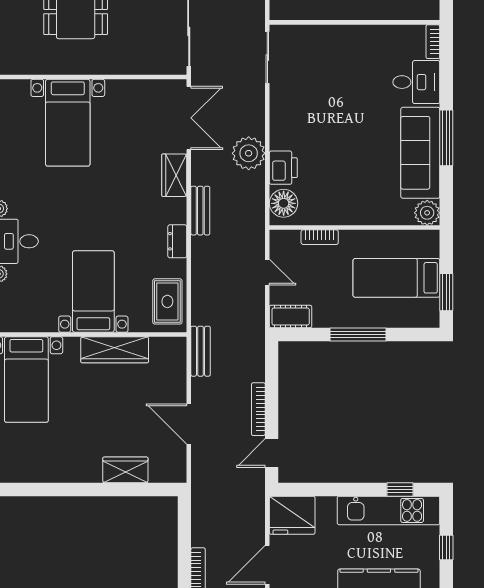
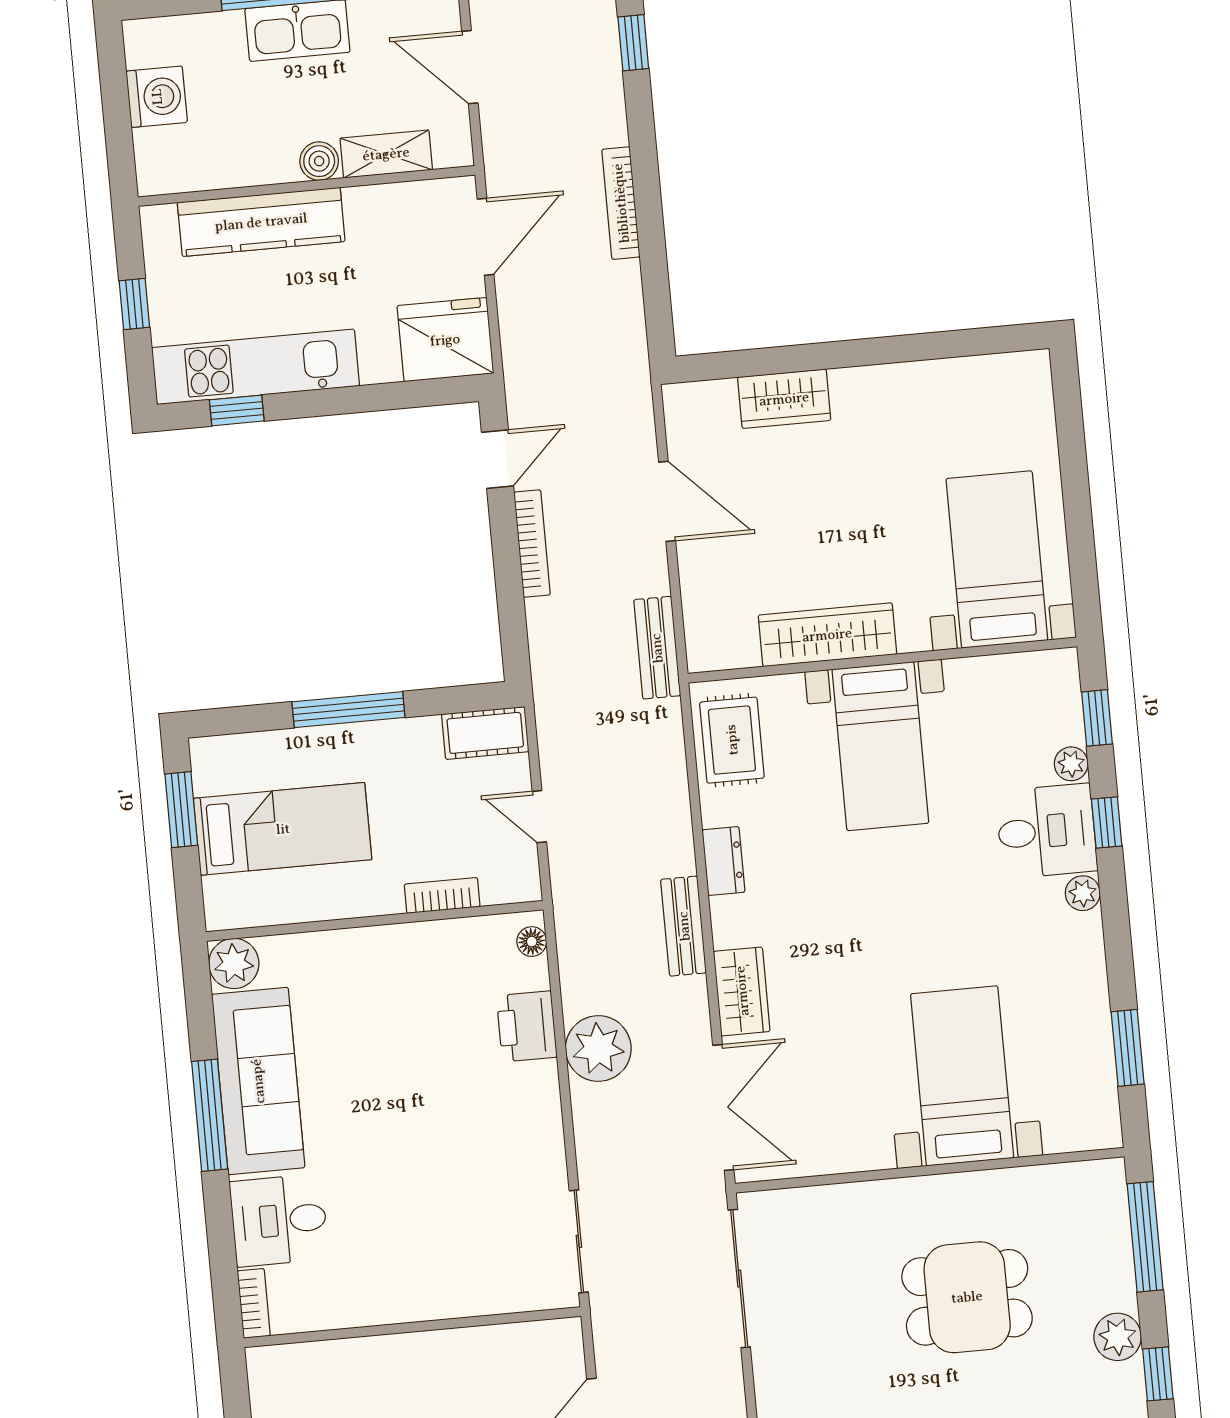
double door: (189, 118) -> (723, 1107), swing flipped
floor lamp: (284, 203) -> (532, 942), width x0.53, depth x0.53

